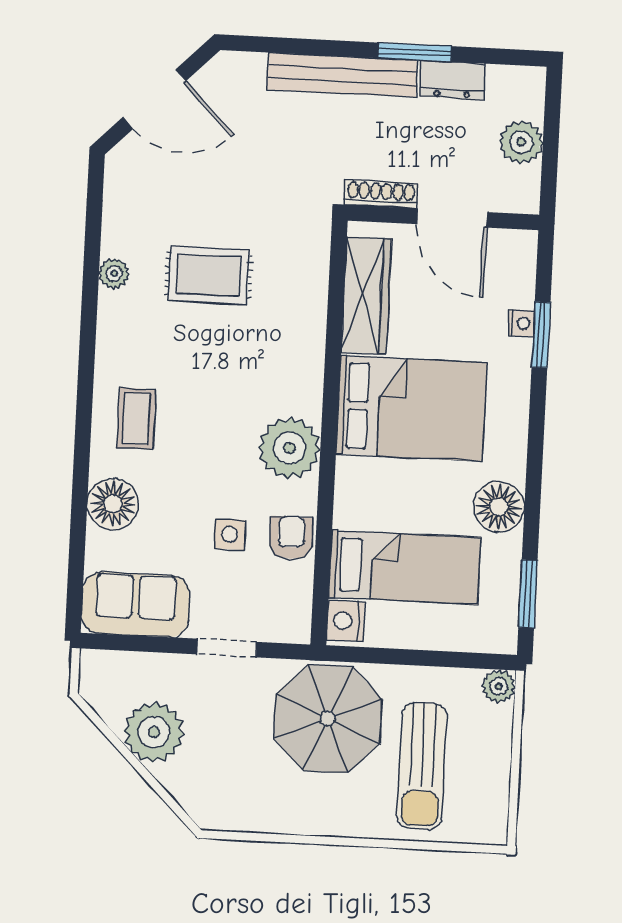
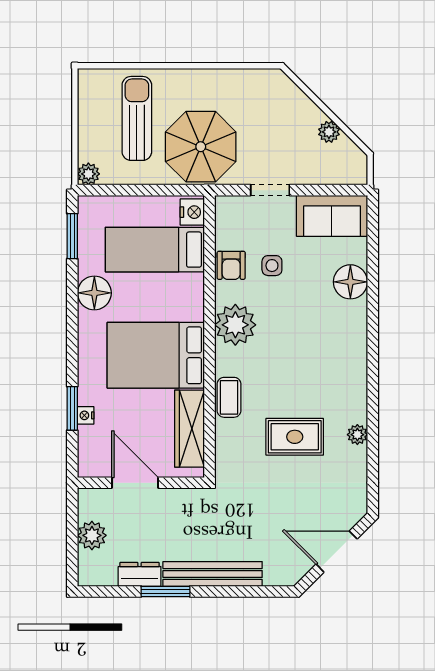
shoe rack: (381, 194) -> (183, 496), removed
coffee table: (136, 419) -> (229, 397), moved
plant: (154, 732) -> (329, 132), width x0.53, depth x0.53

